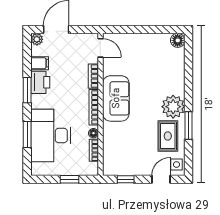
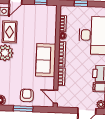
window: (145, 30) -> (23, 109), added
armchair: (141, 48) -> (27, 95), added

